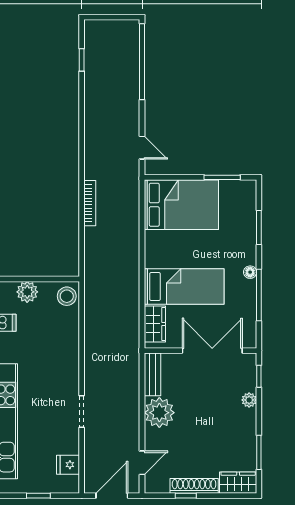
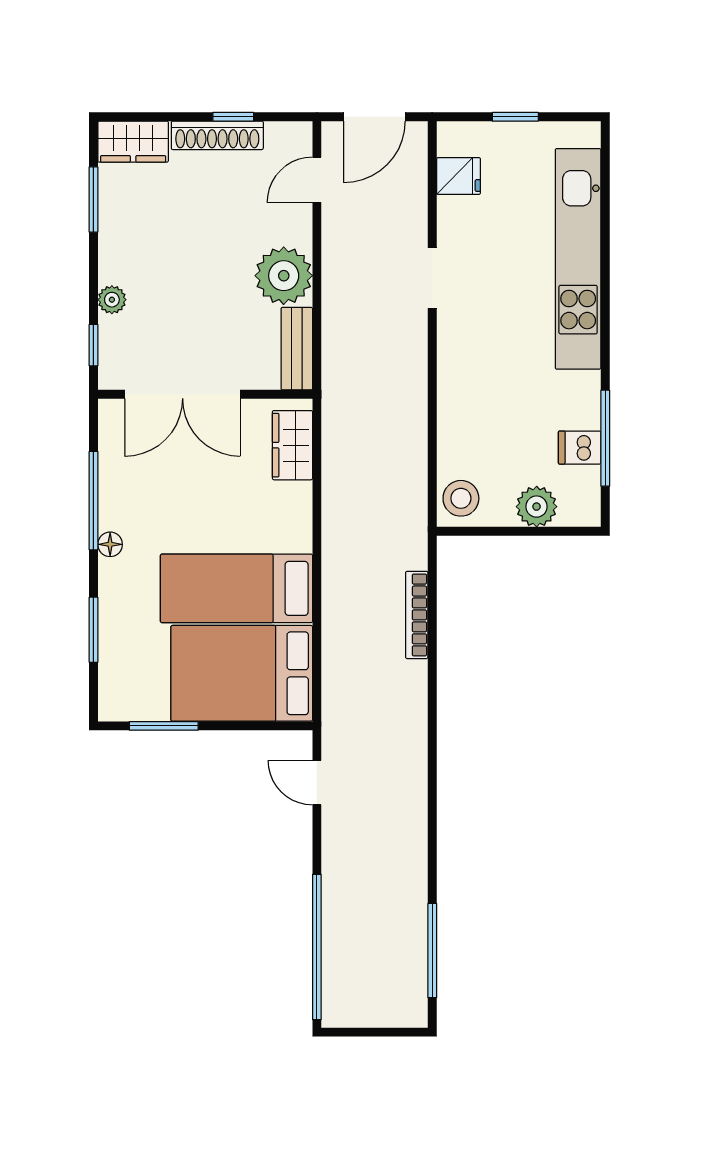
window: (82, 60) -> (432, 951), width x2.17
bookcase: (90, 203) -> (417, 615), moved
bed: (184, 286) -> (237, 588), moved

